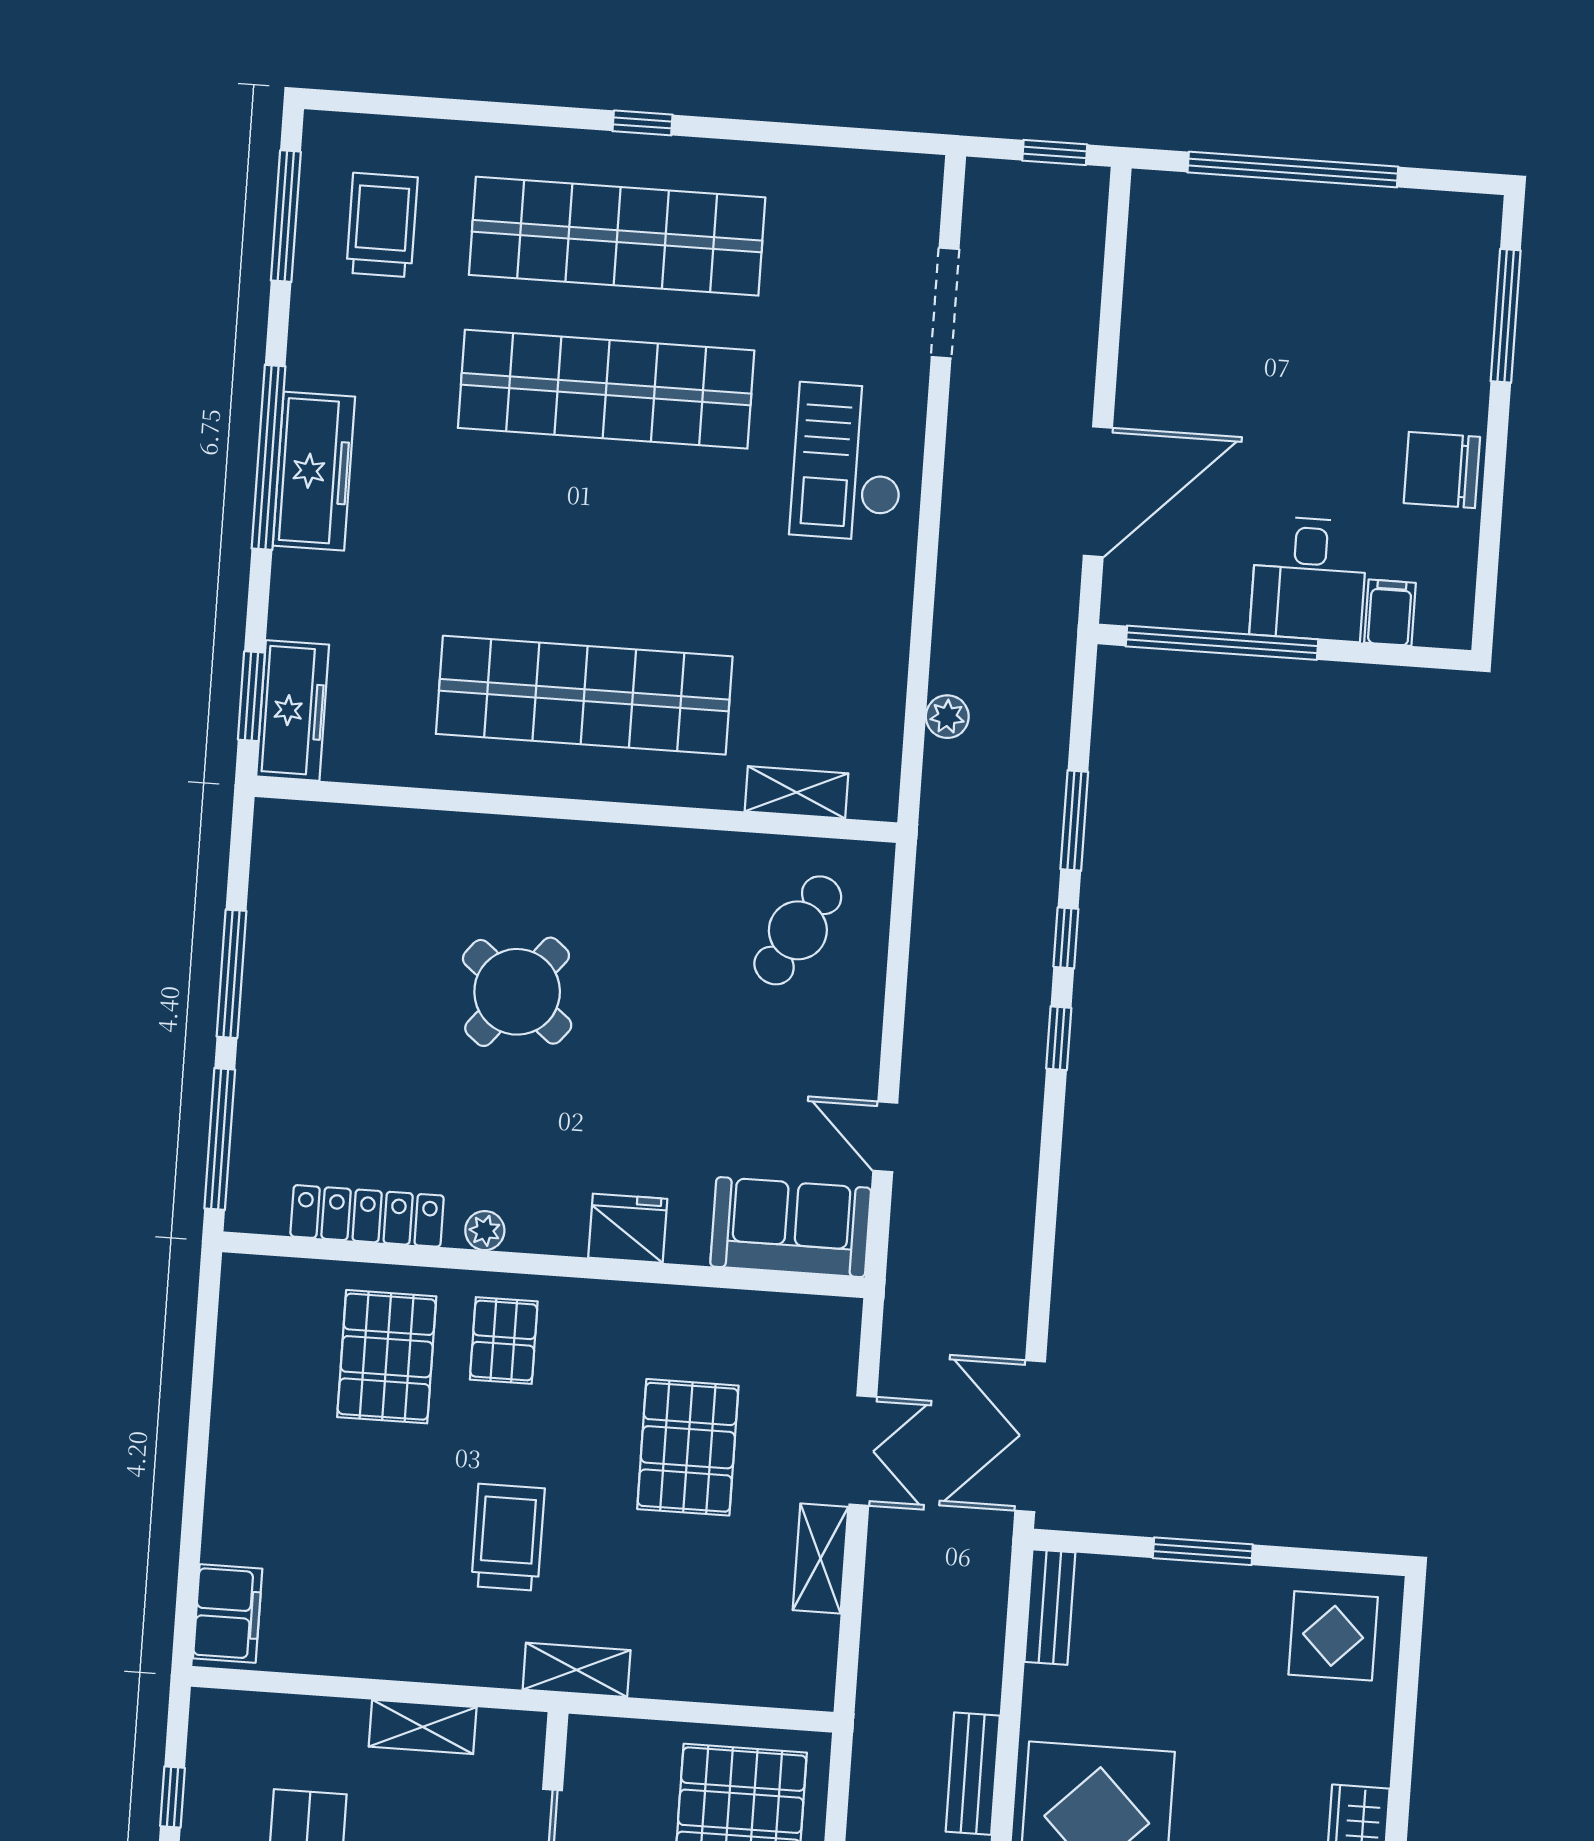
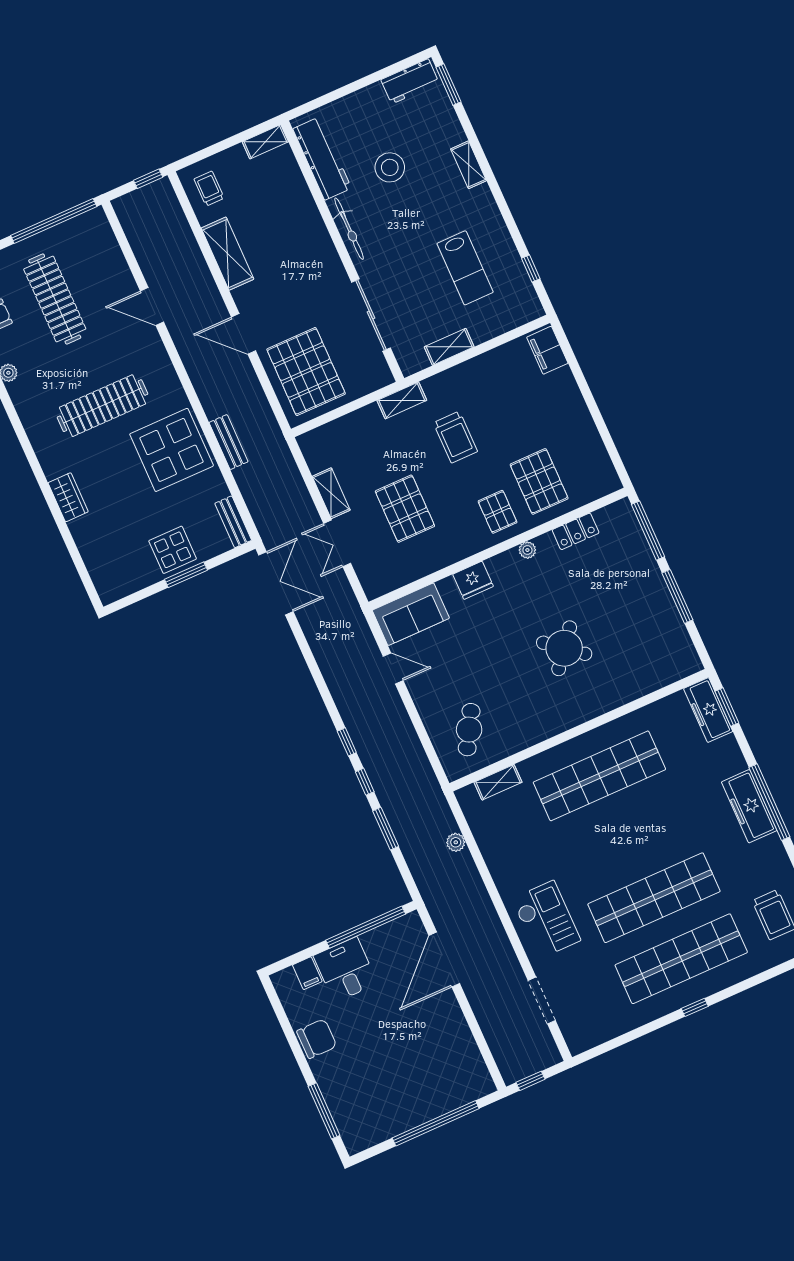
locker: (367, 1216) -> (576, 531), width x0.66
display table: (1333, 1636) -> (173, 550), moved

